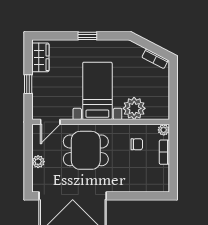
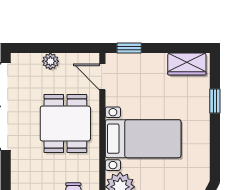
window: (87, 36) -> (215, 101), moved
window: (28, 84) -> (129, 48), moved

